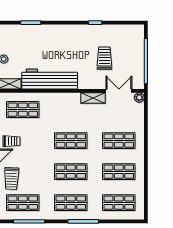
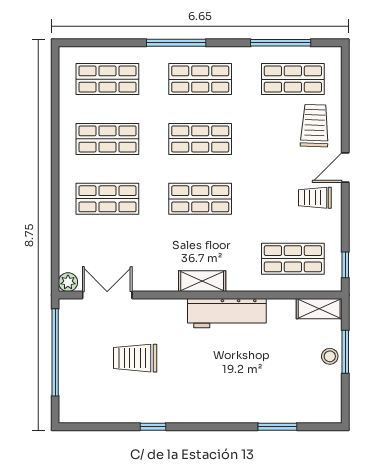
trolley: (104, 58) -> (135, 358), turned 90
workbench: (50, 79) -> (227, 313), width x0.73, depth x0.76
double door: (119, 91) -> (107, 295), swing flipped
shelving: (93, 98) -> (202, 281), moved

